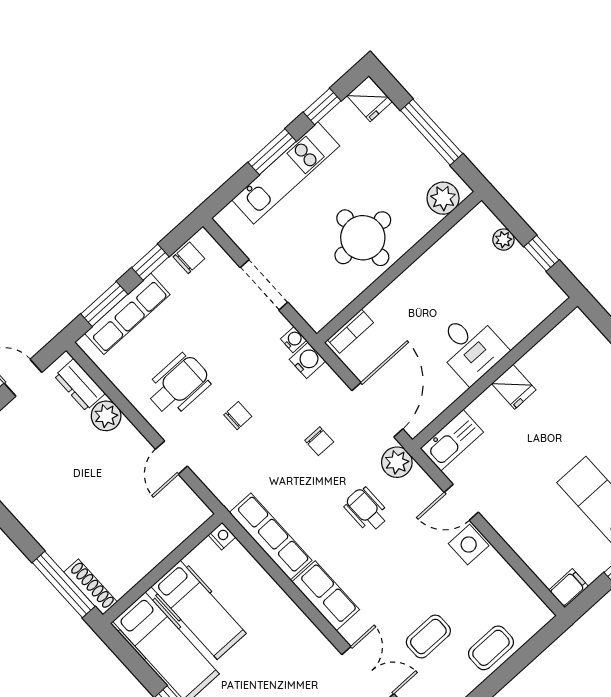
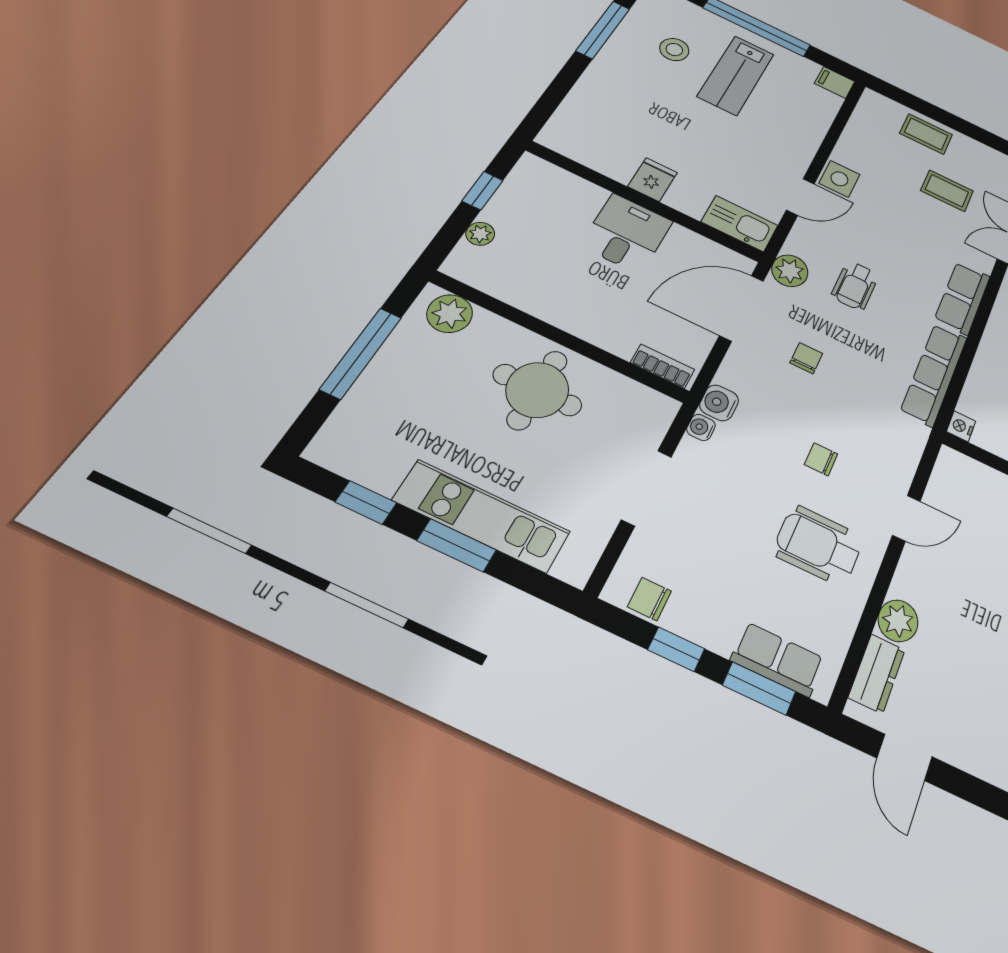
fridge: (369, 99) -> (335, 444), removed
row of seats: (127, 314) -> (778, 659), width x0.68
door: (461, 502) -> (800, 197), hinge flipped

